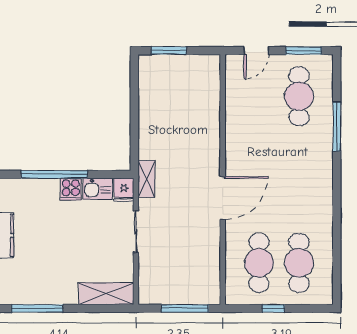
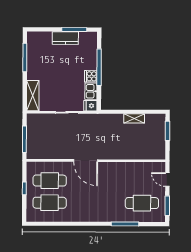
shelving: (146, 179) -> (134, 118), moved

